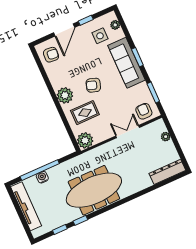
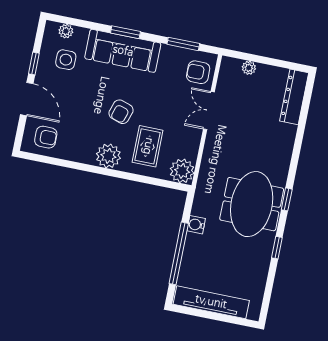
armchair: (51, 55) -> (46, 137), turned 85
water cooler: (42, 177) -> (196, 225), moved
meeting table: (94, 190) -> (252, 204), width x0.73
window: (60, 230) -> (287, 199), moved

